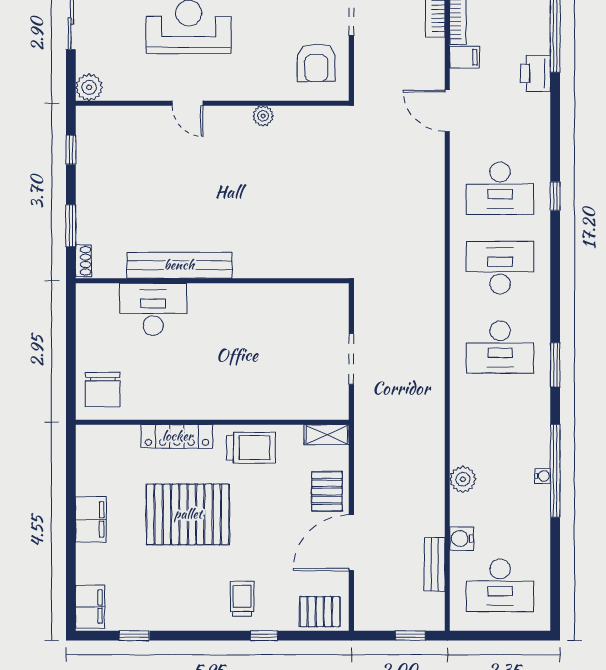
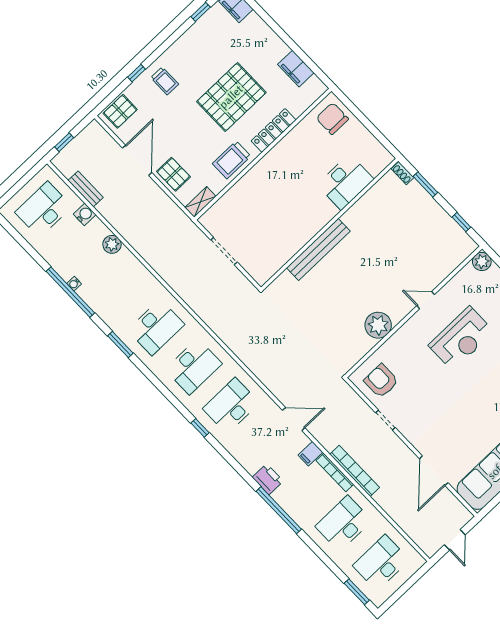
plant: (263, 116) -> (378, 325), width x1.87, depth x1.87
bench: (179, 265) -> (318, 250), moved
desk: (500, 347) -> (156, 327), turned 180
filing cabinet: (91, 519) -> (296, 69), moved

